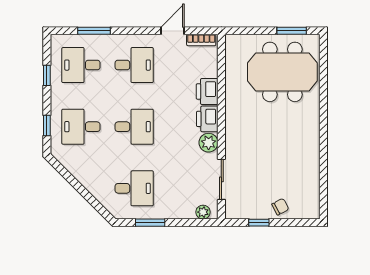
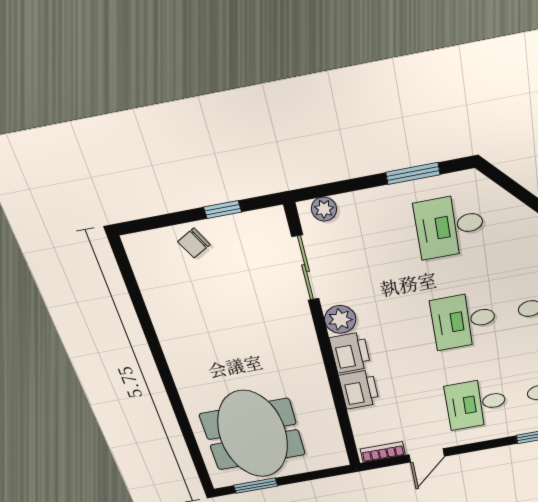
meeting table: (282, 72) -> (253, 435), turned 90

